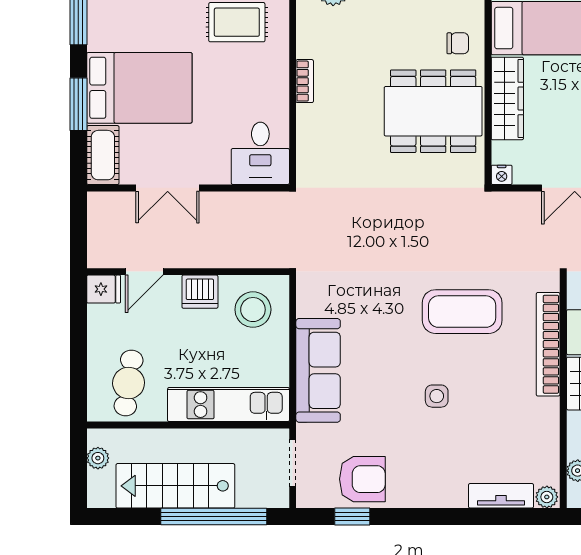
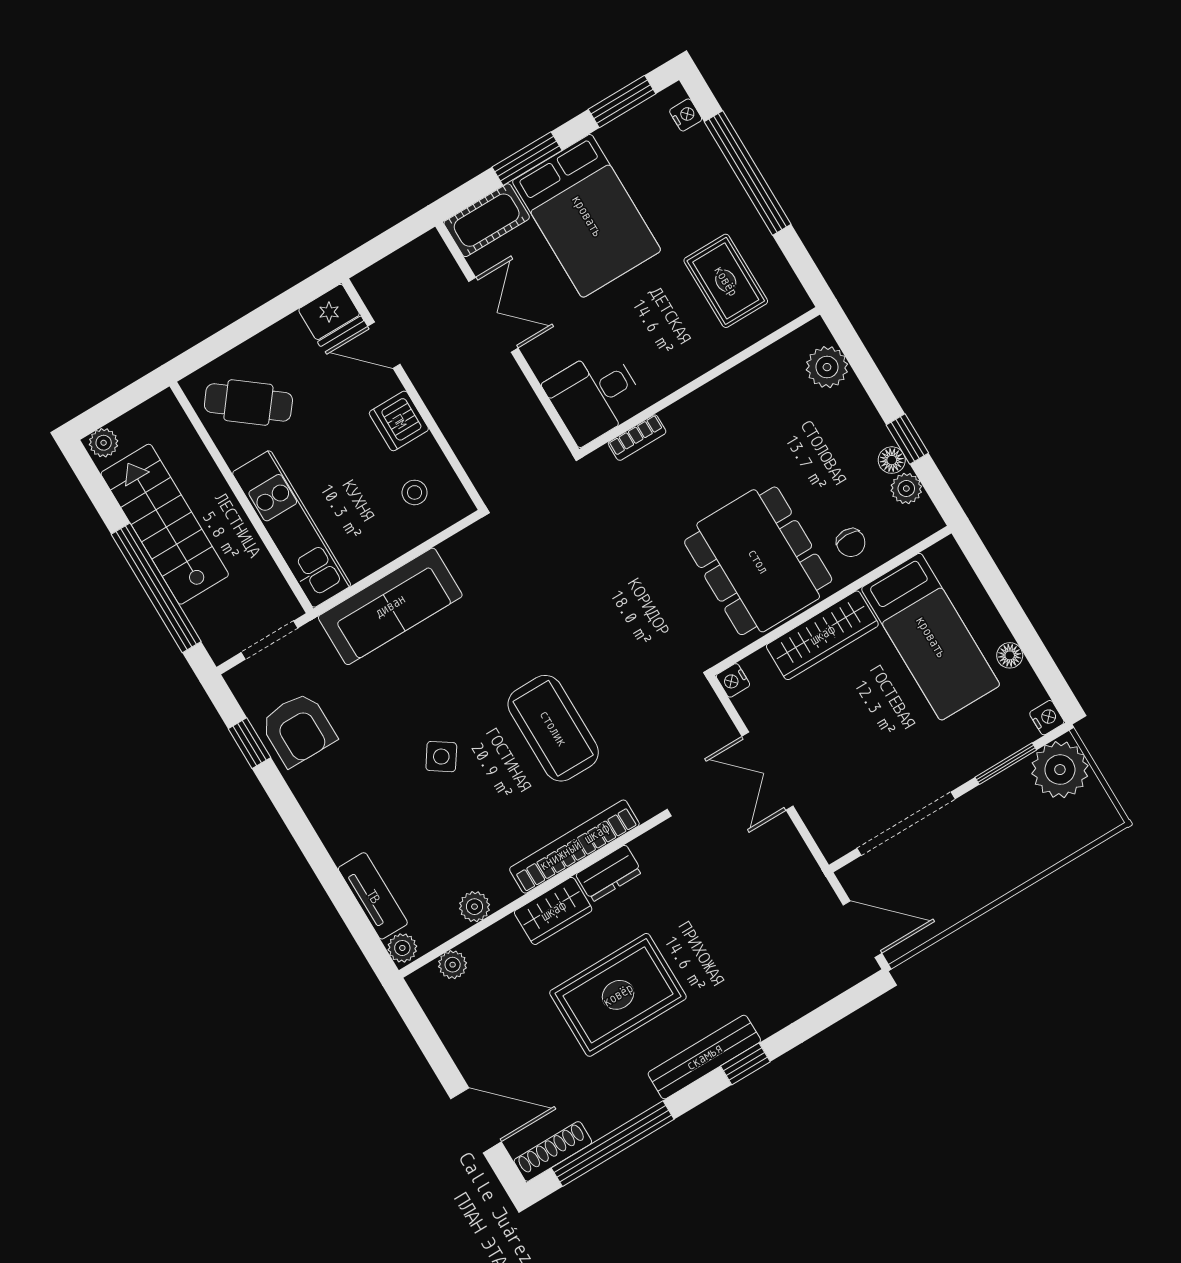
bookcase: (305, 81) -> (637, 438), moved
double door: (168, 188) -> (493, 315), swing flipped
fridge: (104, 289) -> (331, 315), width x1.38
stool: (253, 310) -> (415, 492), width x0.53, depth x0.53
cafe table: (129, 383) -> (248, 402), turned 30
side table: (437, 396) -> (441, 757), turned 34
plant: (548, 433) -> (475, 907), added
plant: (98, 458) -> (104, 443), moved

